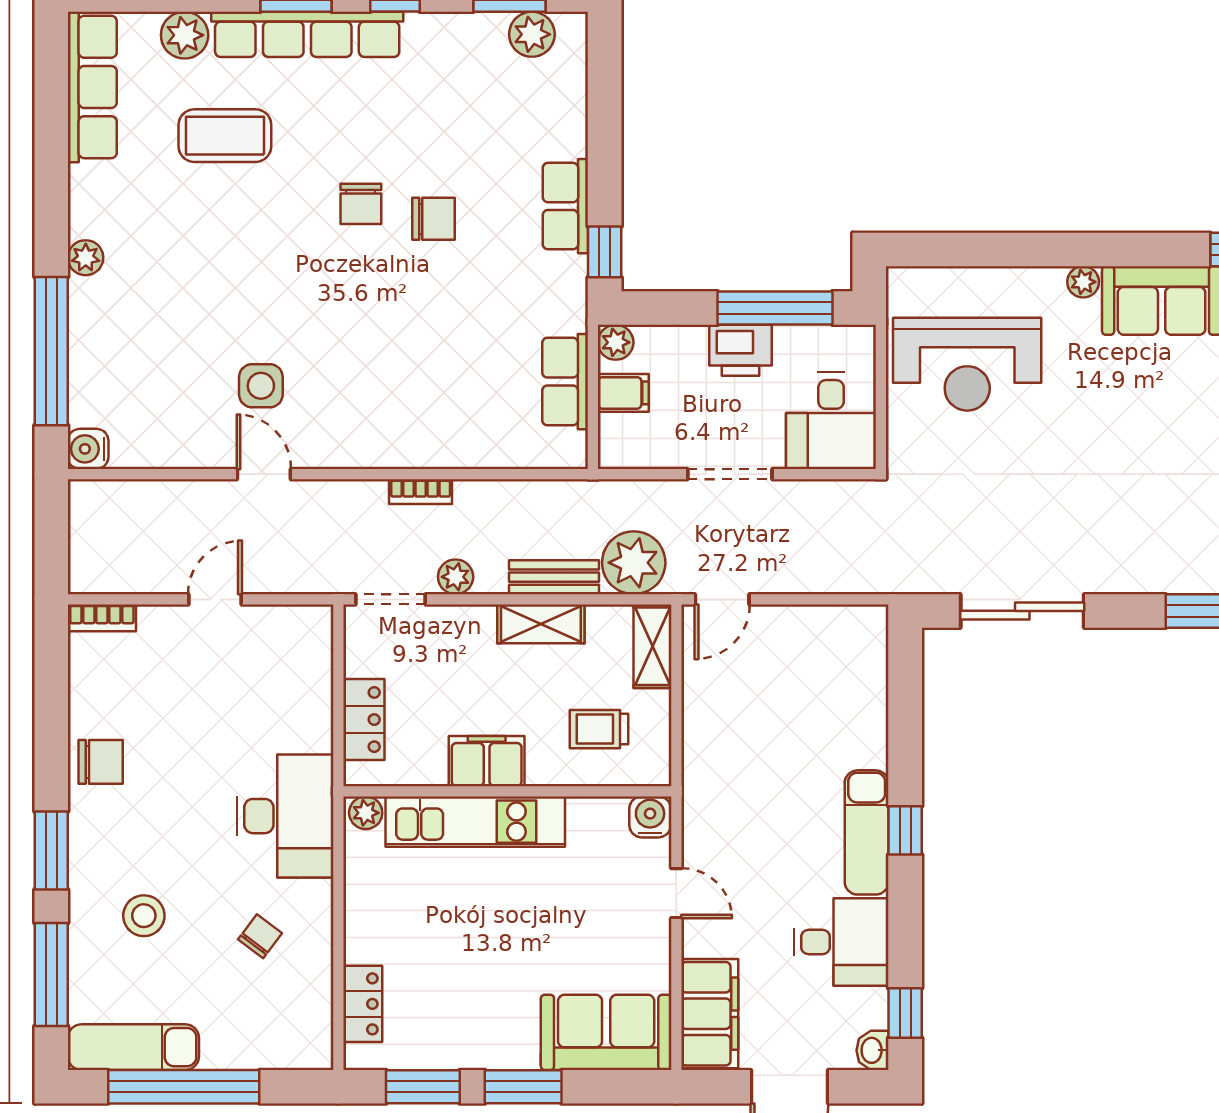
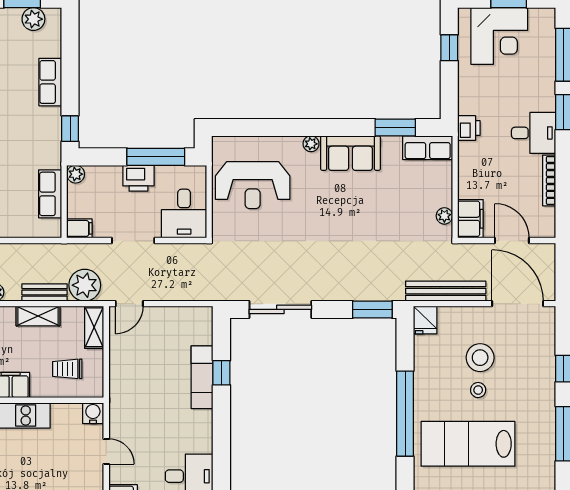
row of seats: (565, 206) -> (50, 82), moved
filing cabinet: (623, 393) -> (79, 228), moved
window: (905, 830) -> (221, 373), moved
exam couch: (867, 832) -> (202, 377), moved

